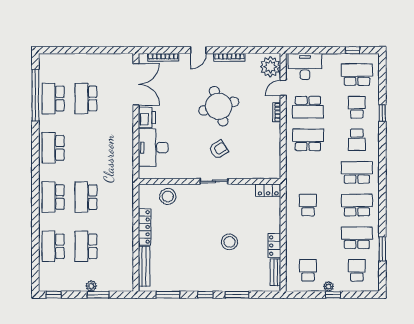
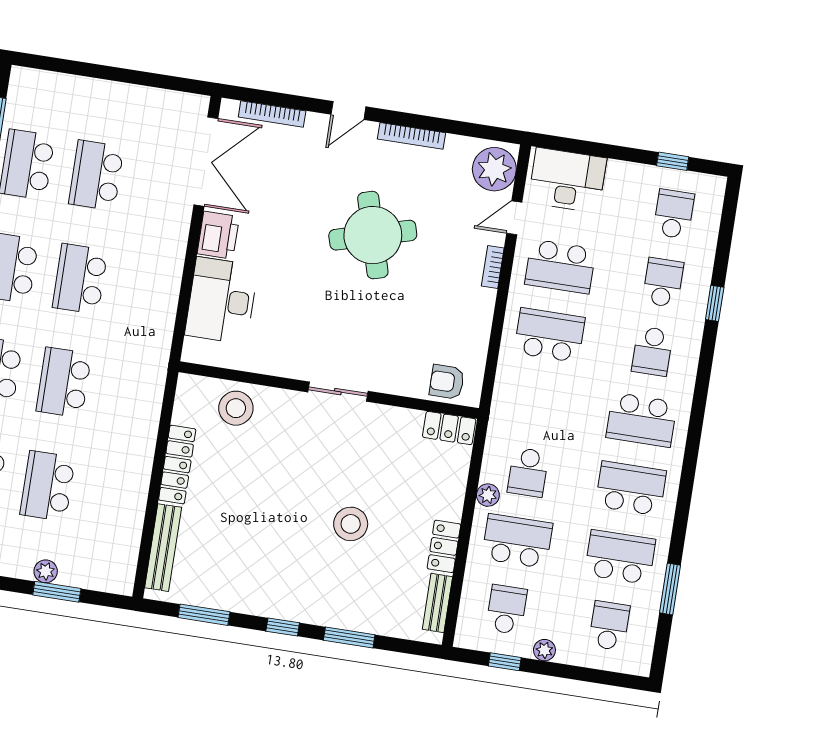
school desk: (357, 75) -> (674, 214), width x0.54
school desk: (86, 148) -> (80, 279), added
armchair: (219, 149) -> (447, 382), moved, turned -148
school desk: (357, 172) -> (642, 420), turned 180
school desk: (308, 205) -> (528, 472), turned 180
plant: (291, 219) -> (488, 495), added
school desk: (308, 238) -> (517, 541), added
window: (333, 295) -> (505, 662), moved

